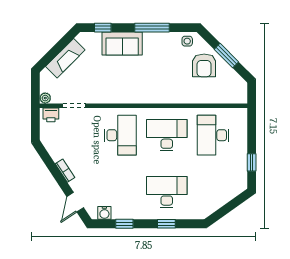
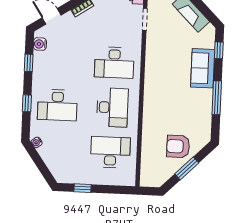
side table: (187, 41) -> (202, 131), removed
desk: (167, 192) -> (57, 105), turned 90
water cooler: (206, 212) -> (37, 142), added

